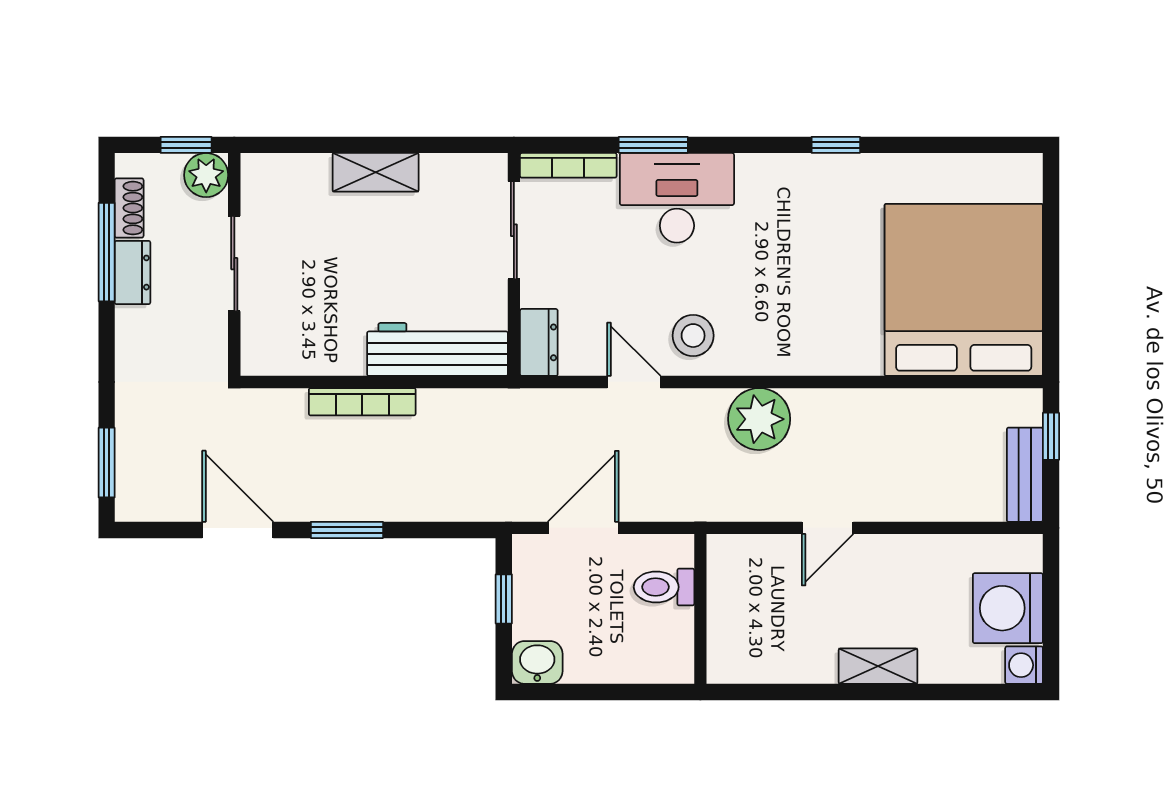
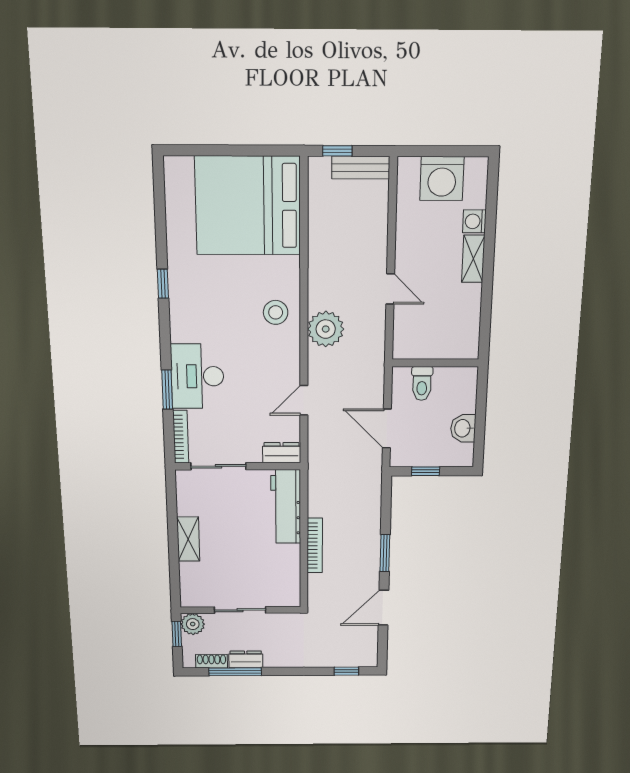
stool: (693, 336) -> (276, 312), moved
window: (107, 463) -> (346, 671), width x0.67
washbasin: (537, 662) -> (463, 428), moved
washing machine: (1024, 665) -> (474, 221), moved, turned 90

